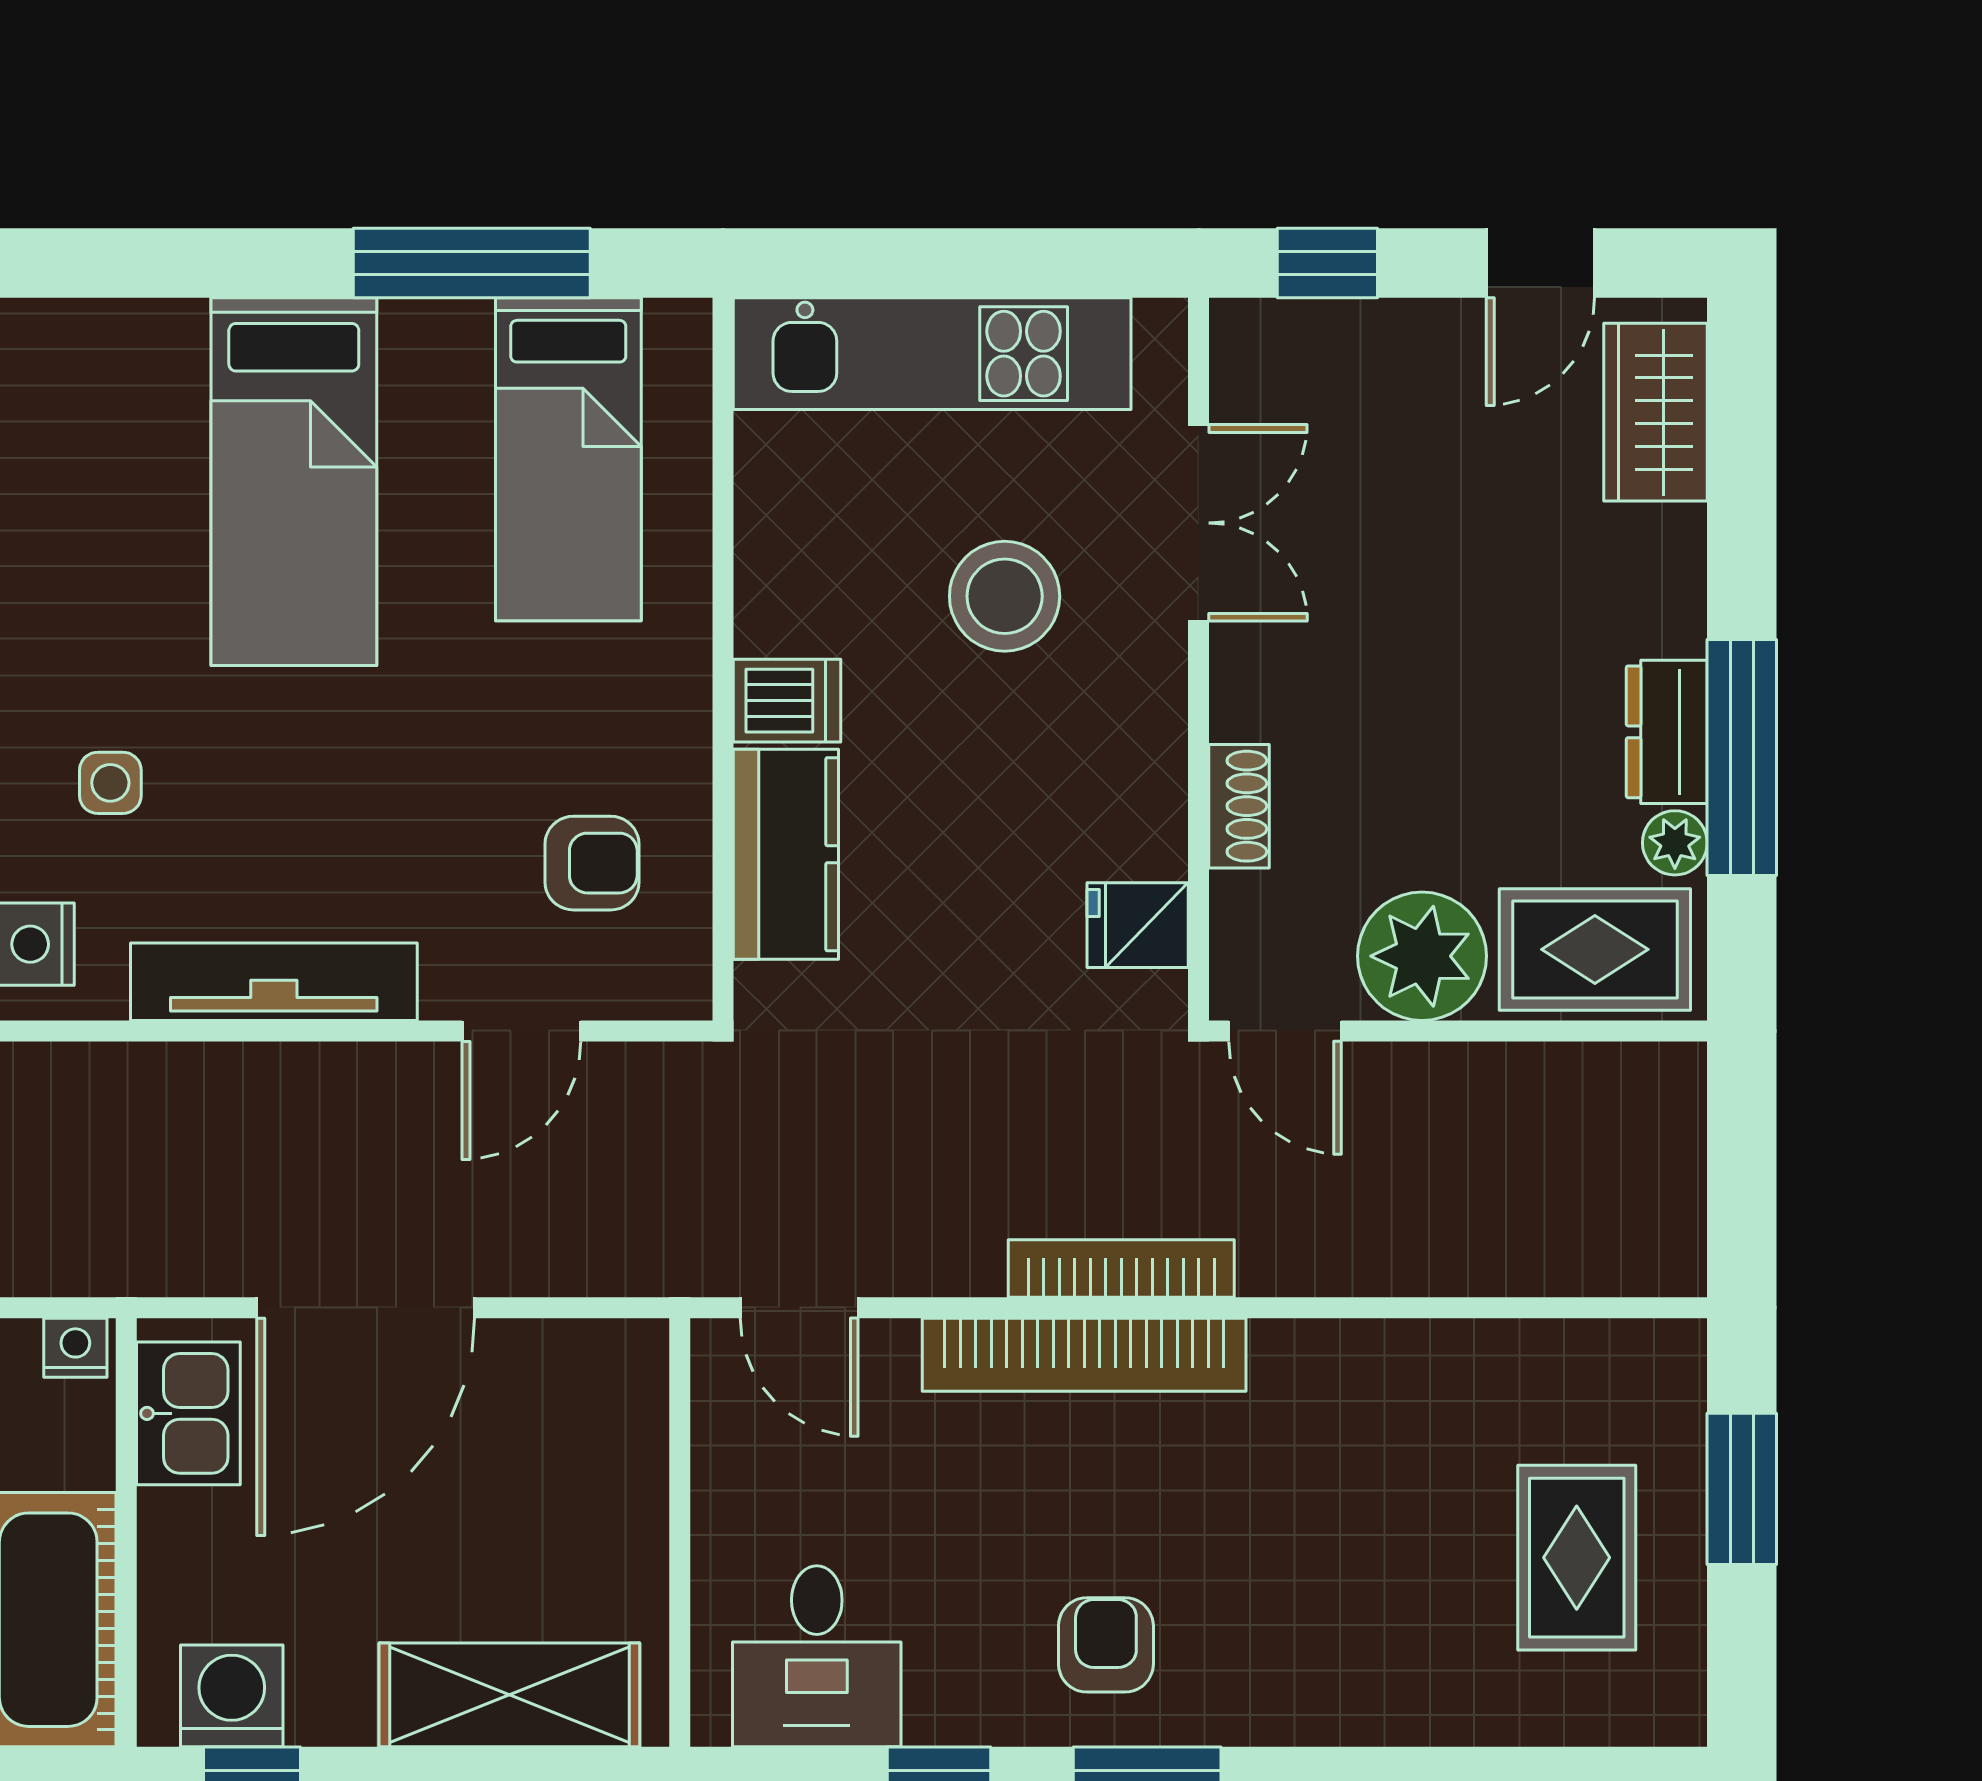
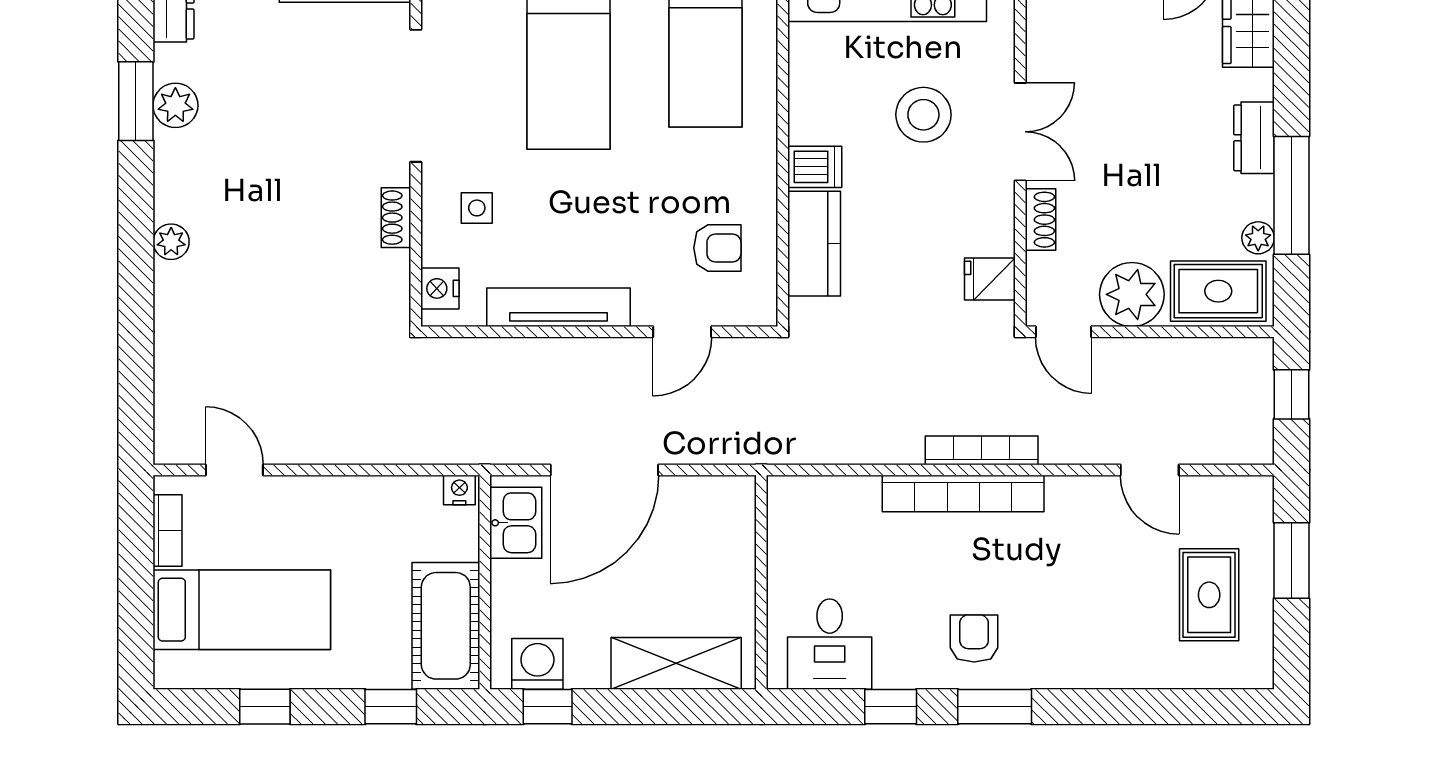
double door: (1199, 523) -> (1020, 132), moved
dresser: (1667, 732) -> (1254, 138), moved
window: (1742, 1156) -> (1292, 394), added
door: (799, 1308) -> (1150, 470), moved

